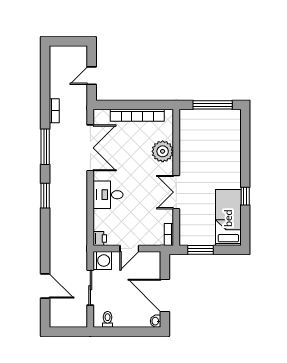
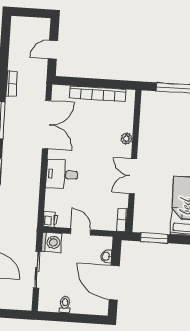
plant: (163, 151) -> (126, 139), width x0.53, depth x0.53
door: (129, 249) -> (80, 232), swing flipped
toilet: (108, 319) -> (65, 305), moved
washbasin: (156, 321) -> (106, 256), moved

